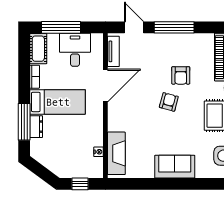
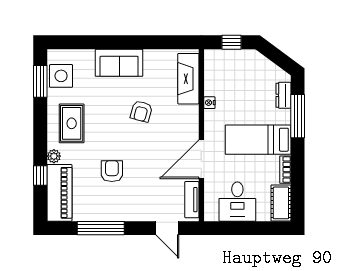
window: (61, 27) -> (254, 228), removed
window: (174, 27) -> (101, 228), moved
armchair: (169, 102) -> (141, 111), moved
dresser: (36, 127) -> (283, 95), moved
nightstand: (99, 152) -> (209, 103), moved

